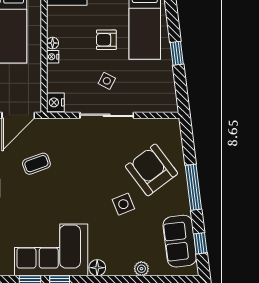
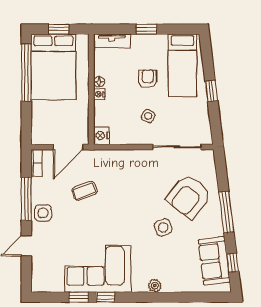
armchair: (106, 40) -> (148, 79), turned 90
sliding door: (107, 115) -> (177, 147), moved
armchair: (152, 170) -> (189, 196), turned -105
floor lamp: (97, 268) -> (139, 285), removed
plant: (141, 269) -> (155, 286), moved

